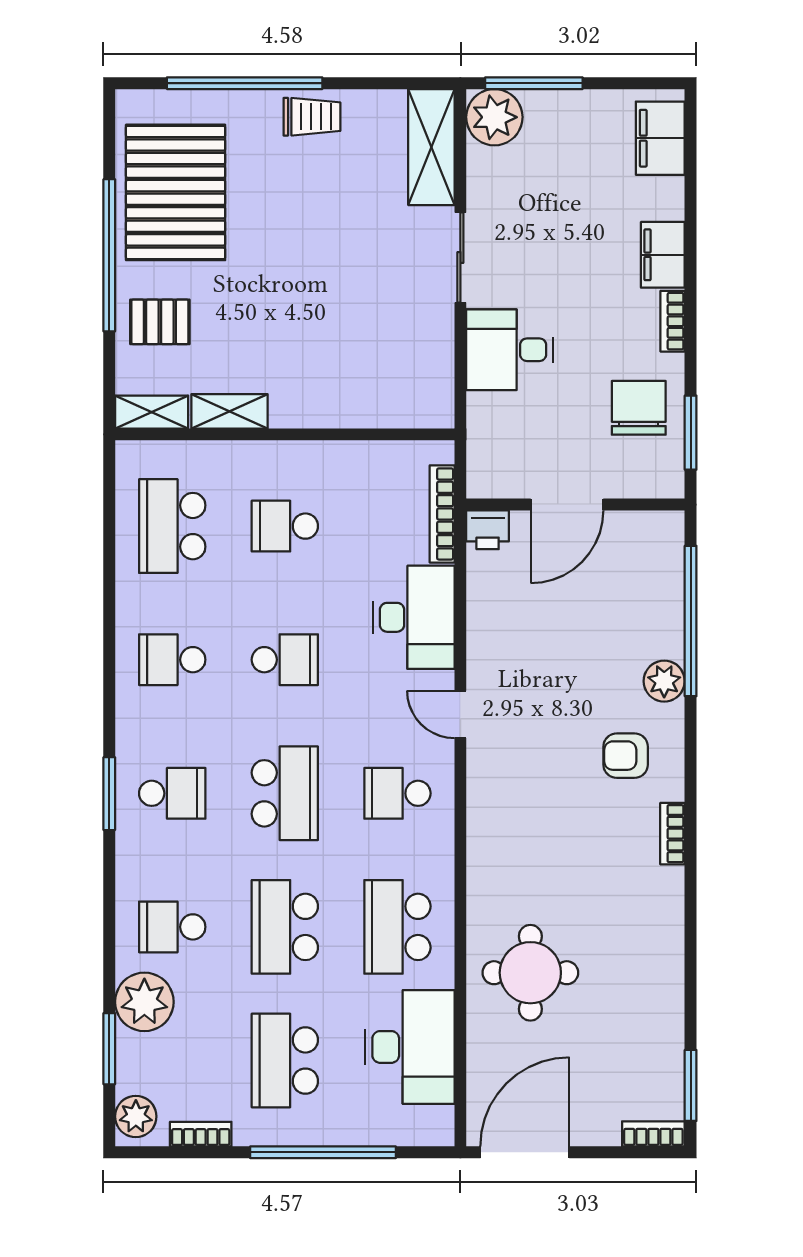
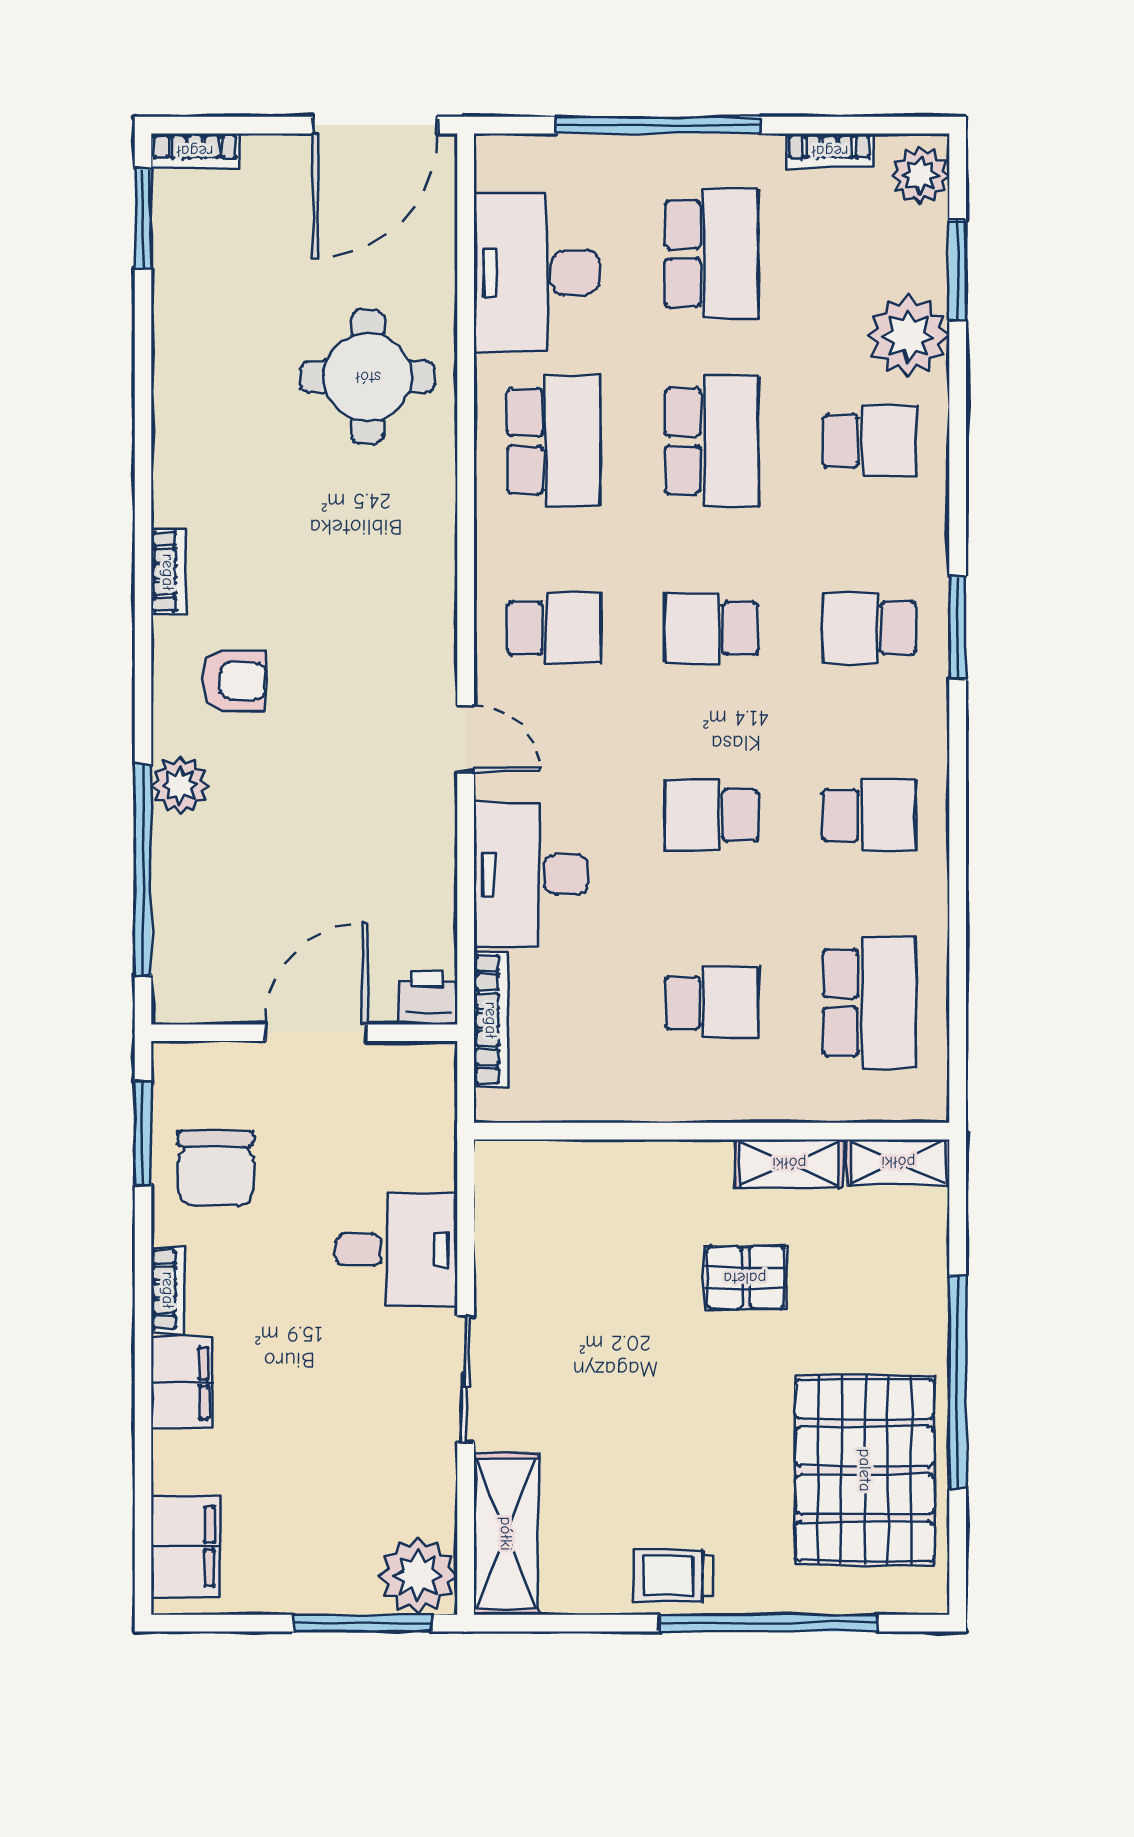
pallet: (160, 322) -> (745, 1278), moved
school desk: (285, 793) -> (712, 628), width x0.54

